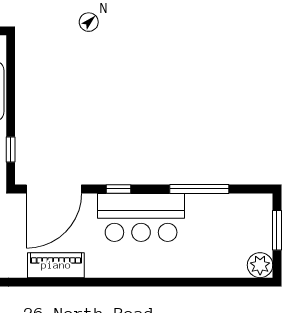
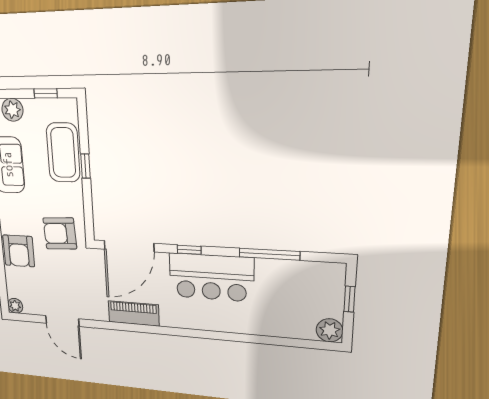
window: (11, 149) -> (85, 166), moved
window: (277, 230) -> (349, 299), width x0.67

